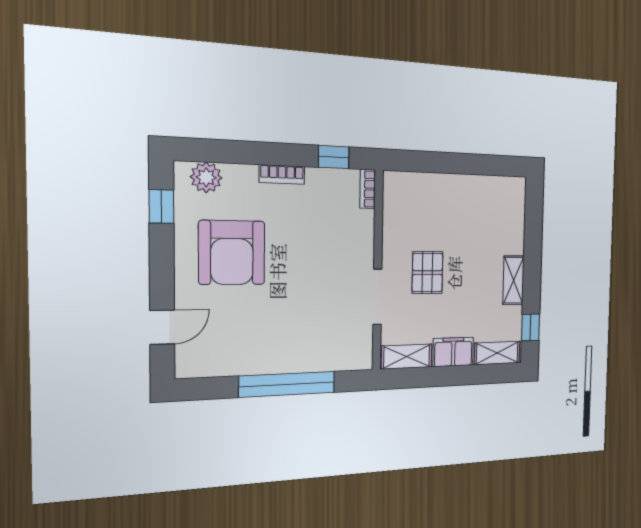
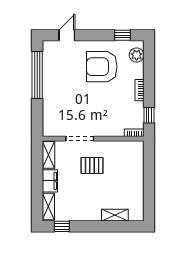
shelving: (514, 280) -> (115, 215), moved
door: (162, 327) -> (67, 35), swing flipped
window: (287, 384) -> (37, 75), moved

